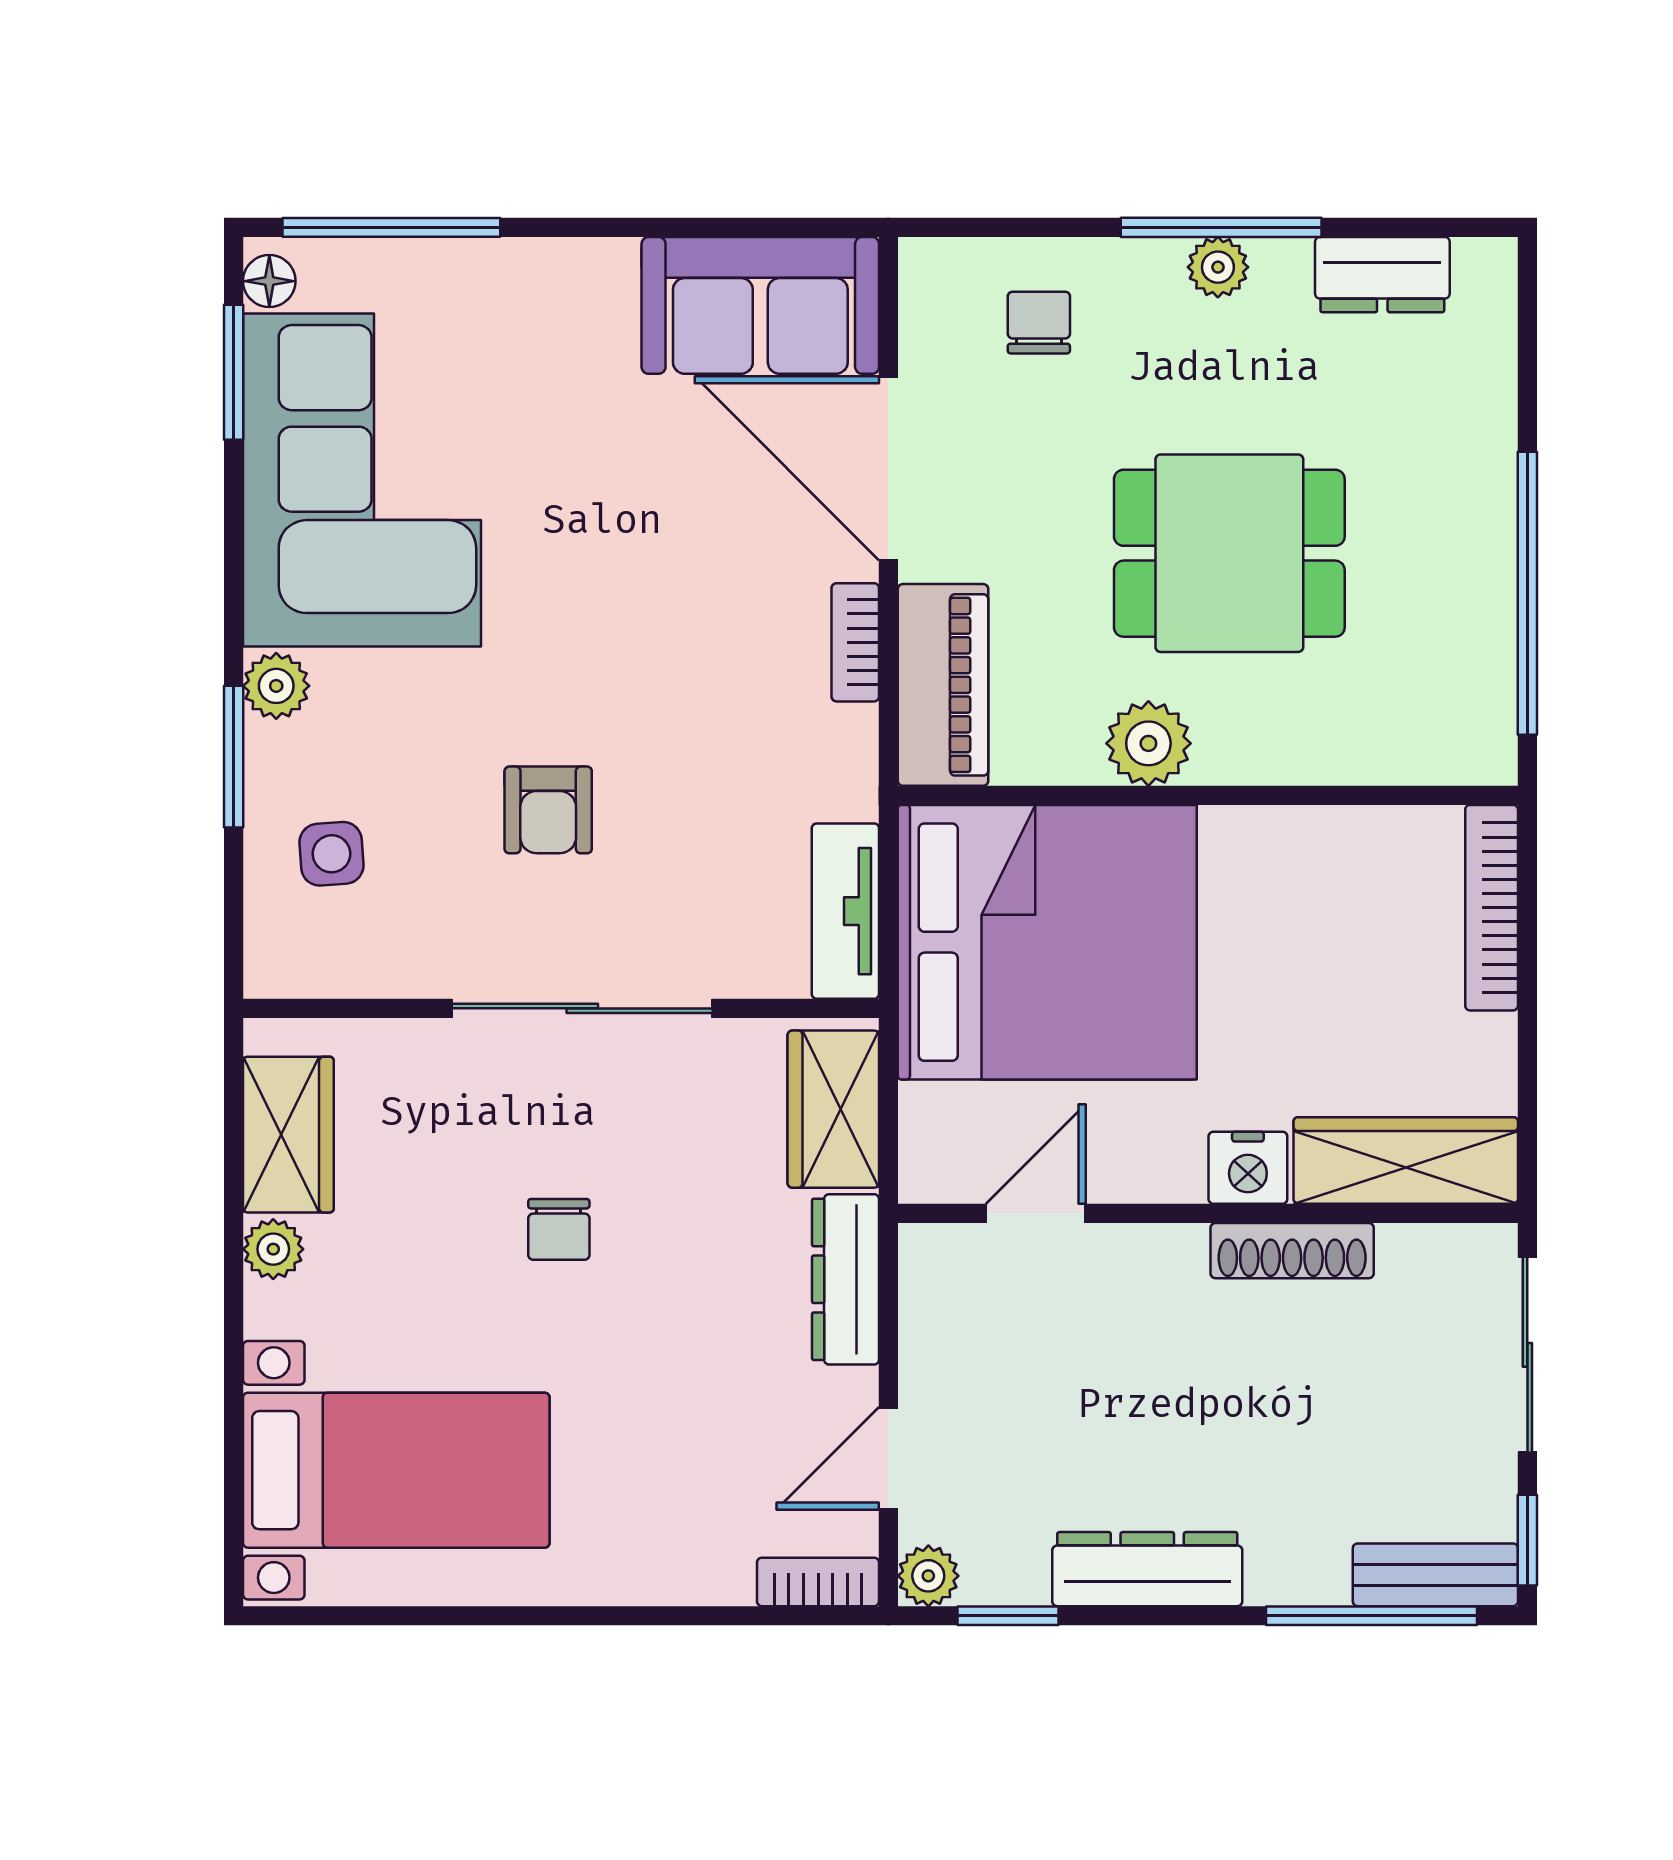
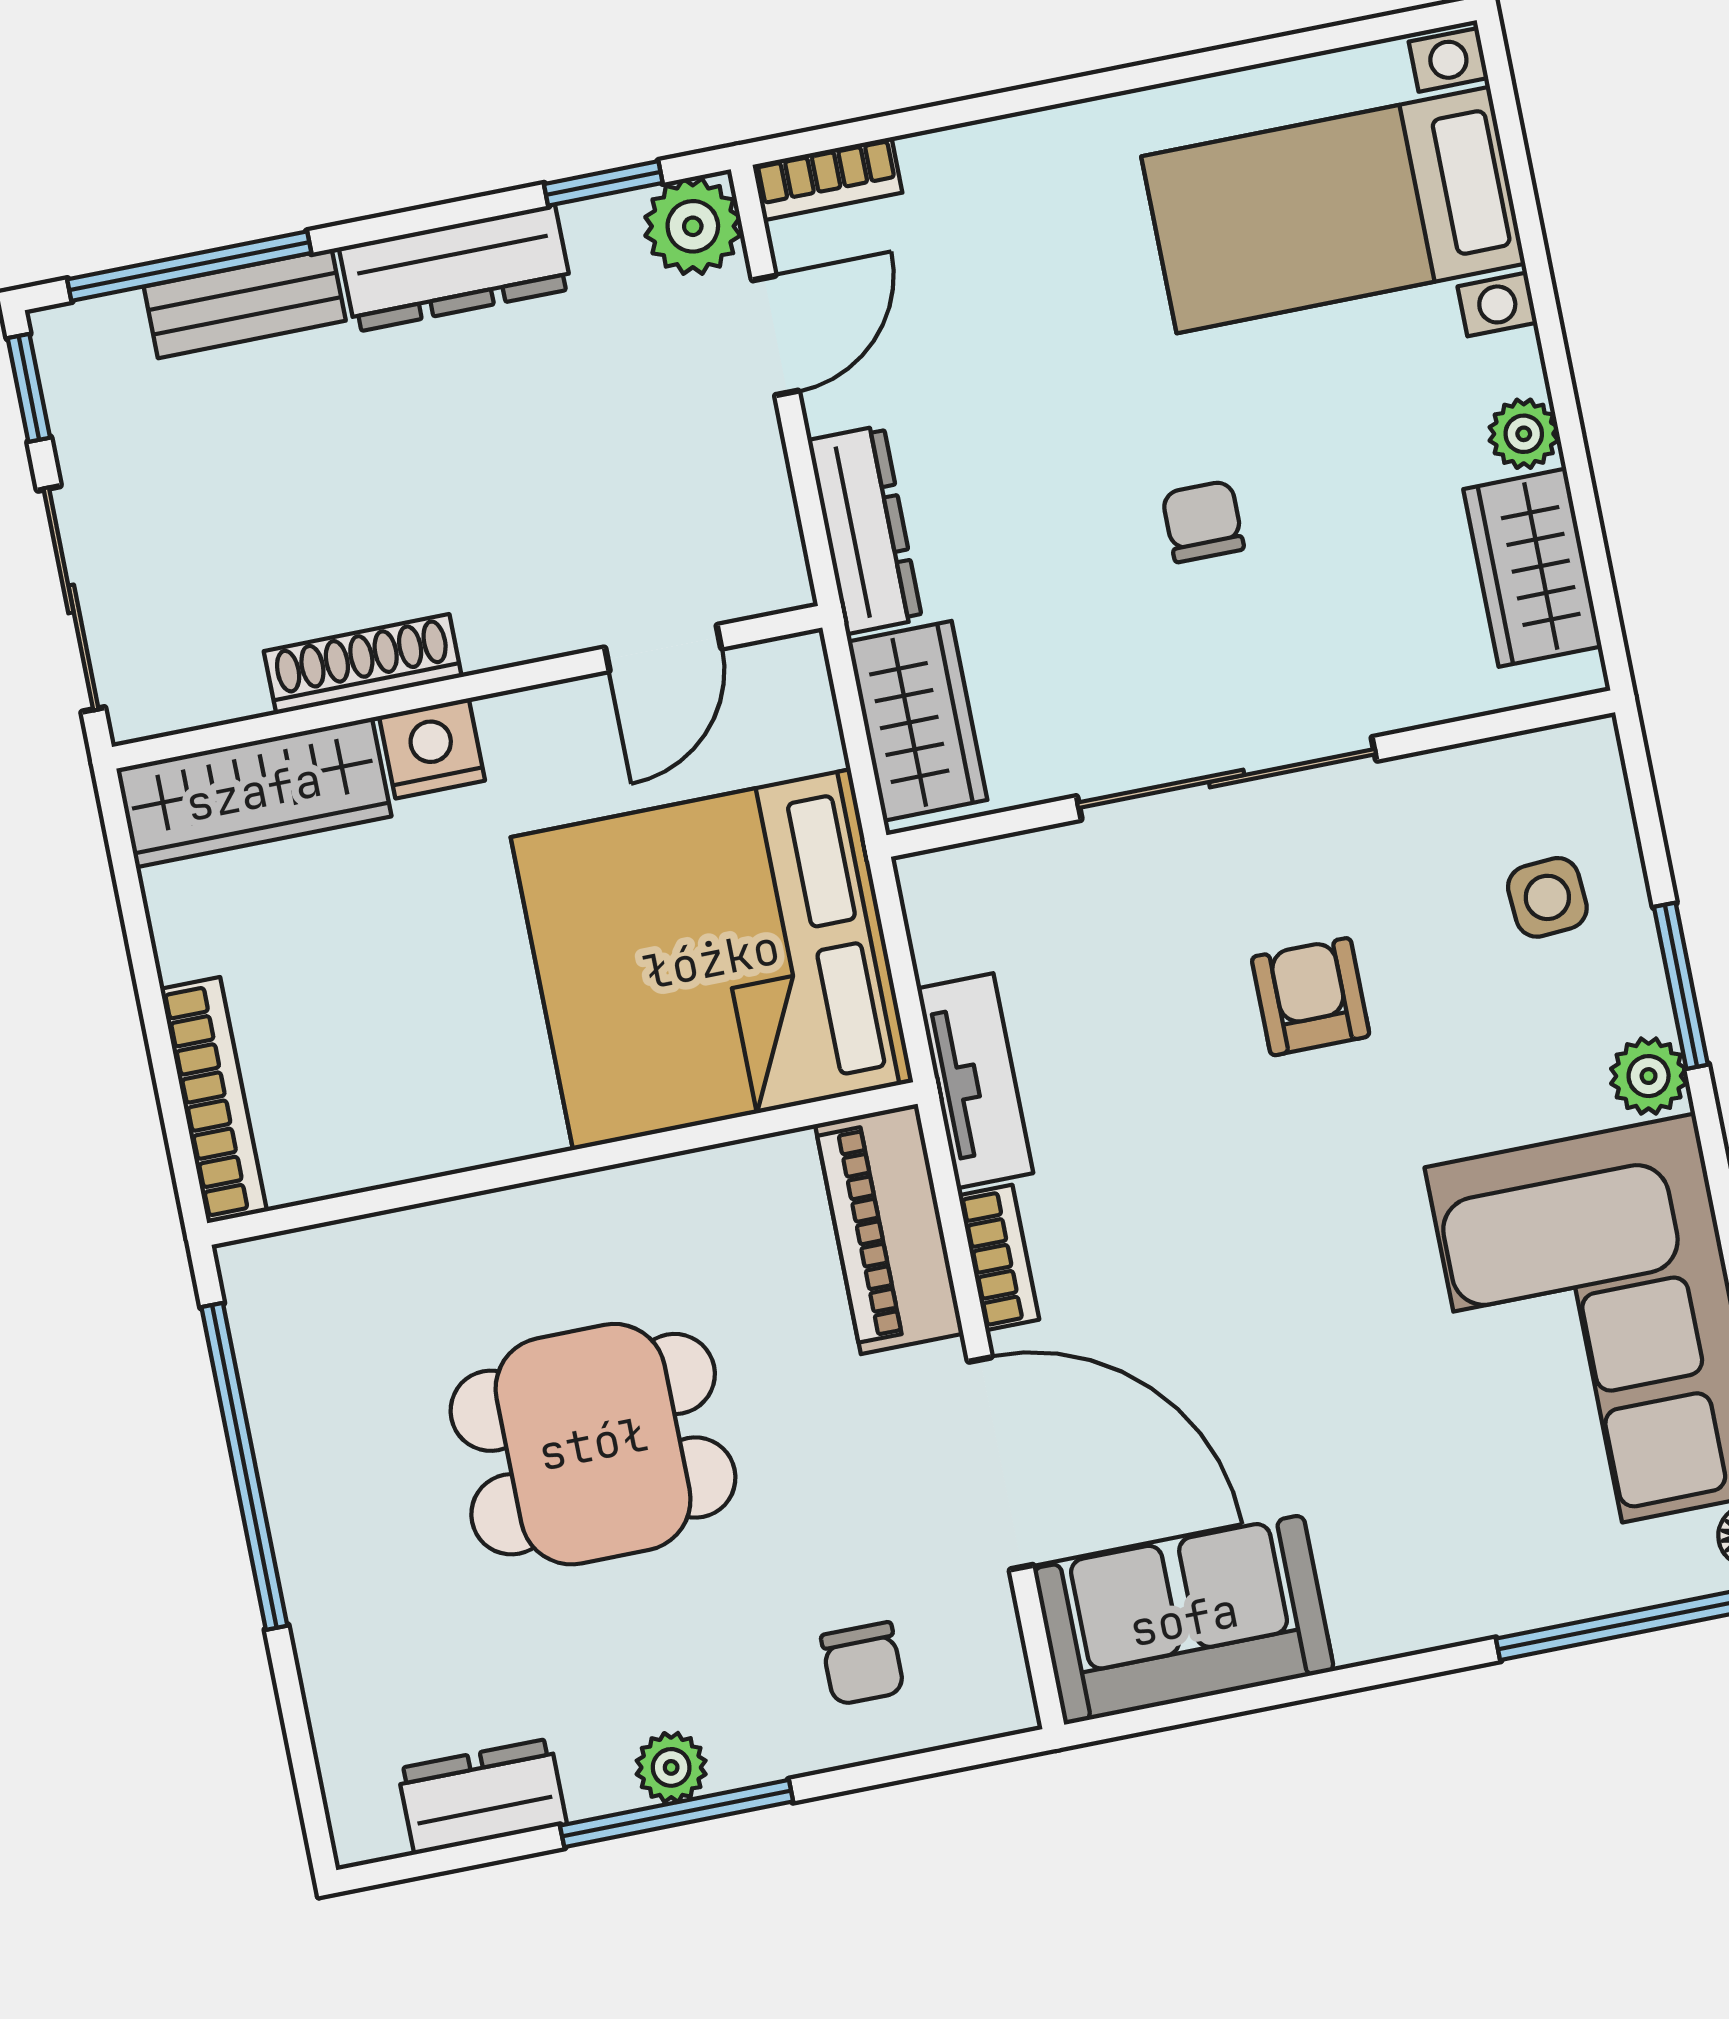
plant: (1148, 743) -> (642, 1209), removed
tv unit: (845, 911) -> (975, 1081), moved
bench: (1435, 1575) -> (245, 304), moved
plant: (928, 1576) -> (693, 226), width x1.38, depth x1.38

